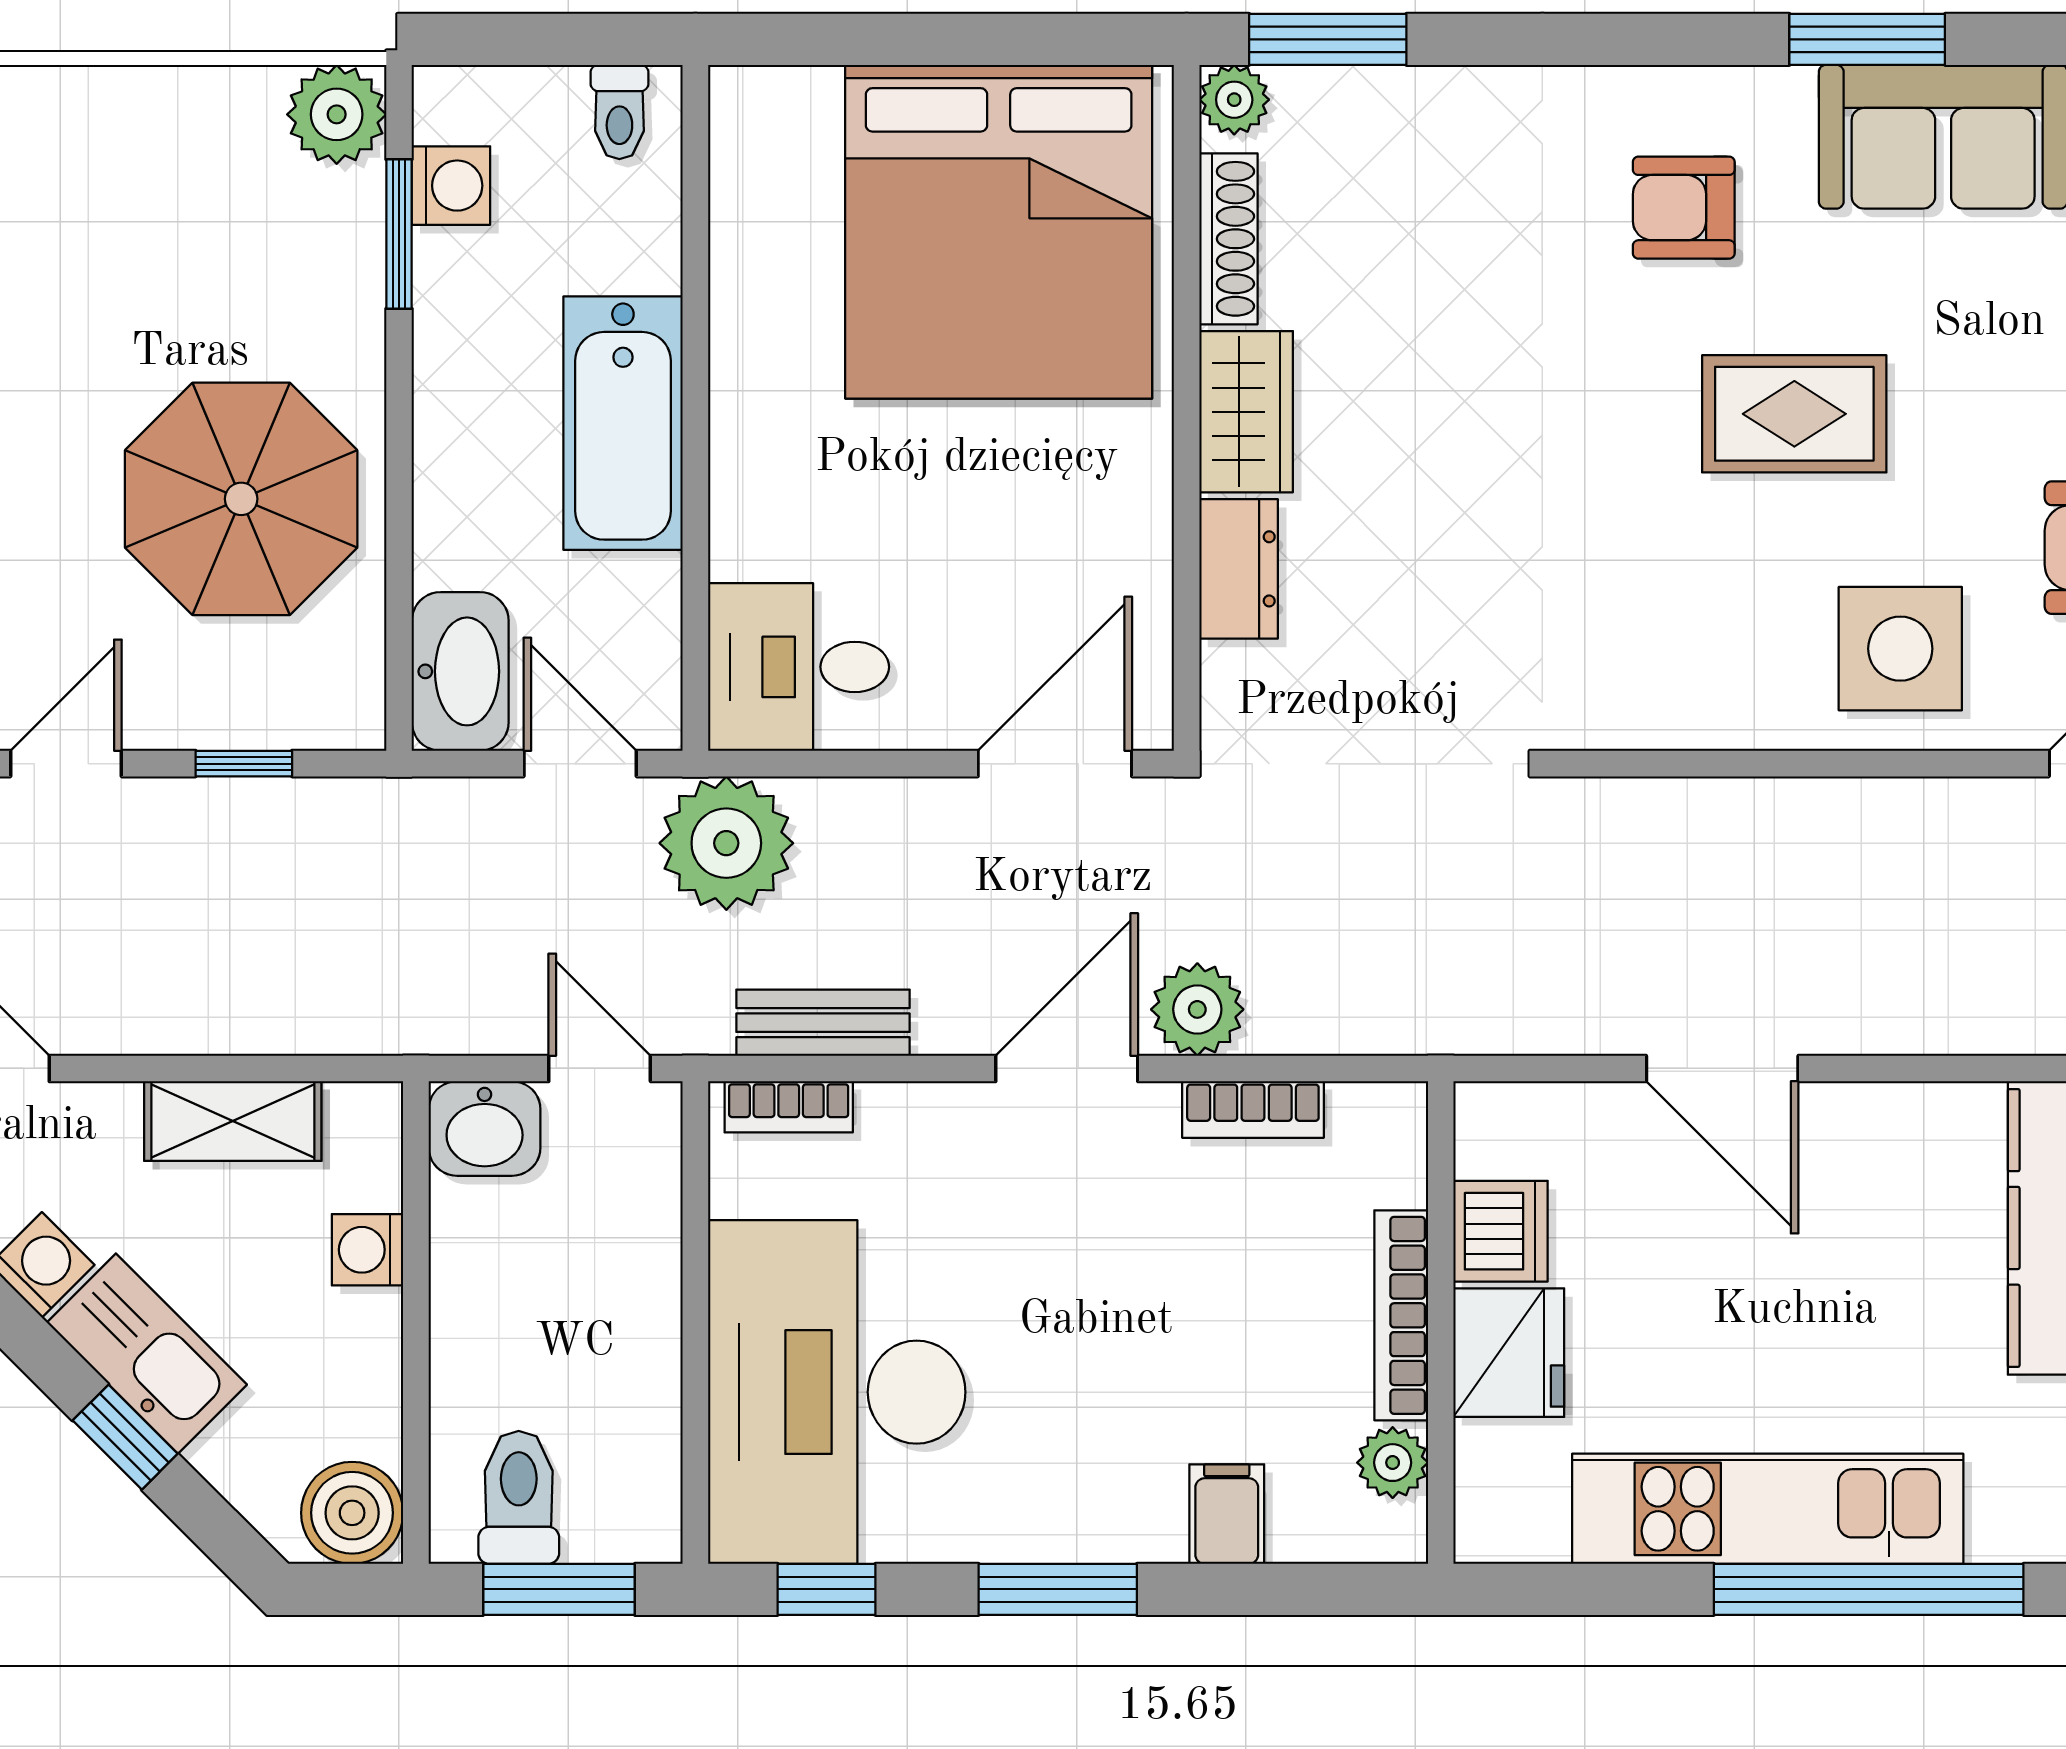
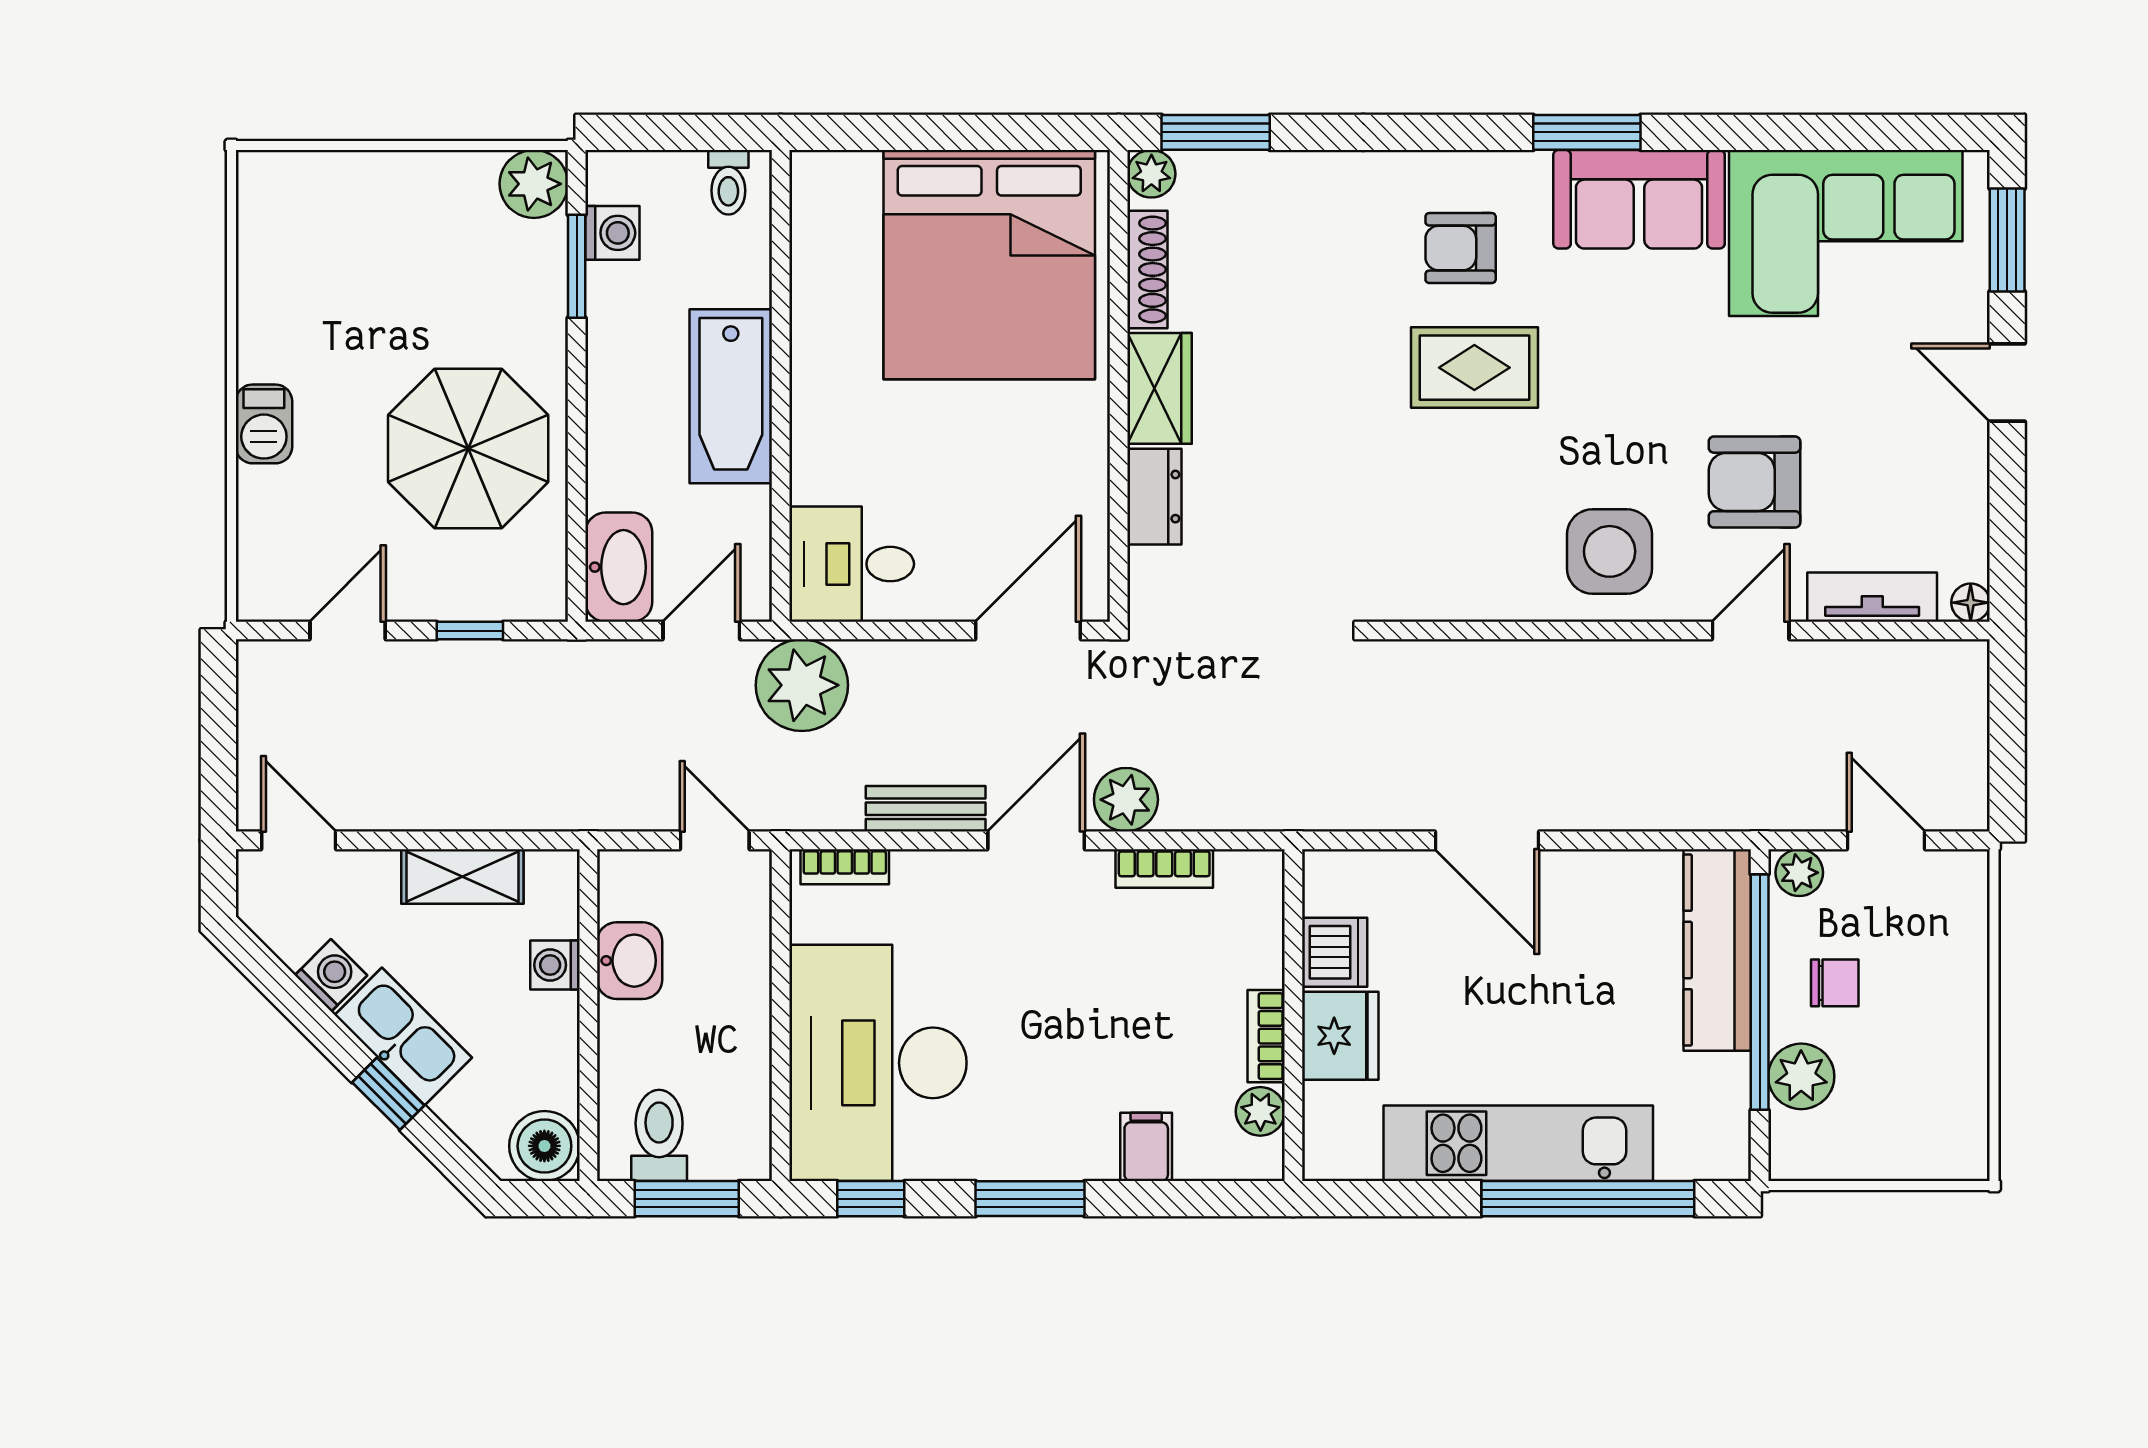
rug: (1794, 414) -> (1474, 368), moved
door: (580, 764) -> (701, 631), hinge flipped
bench: (823, 1023) -> (926, 809), moved
washbasin: (485, 1128) -> (630, 961), moved, turned -90
bookcase: (1401, 1315) -> (1266, 1036), width x0.64

